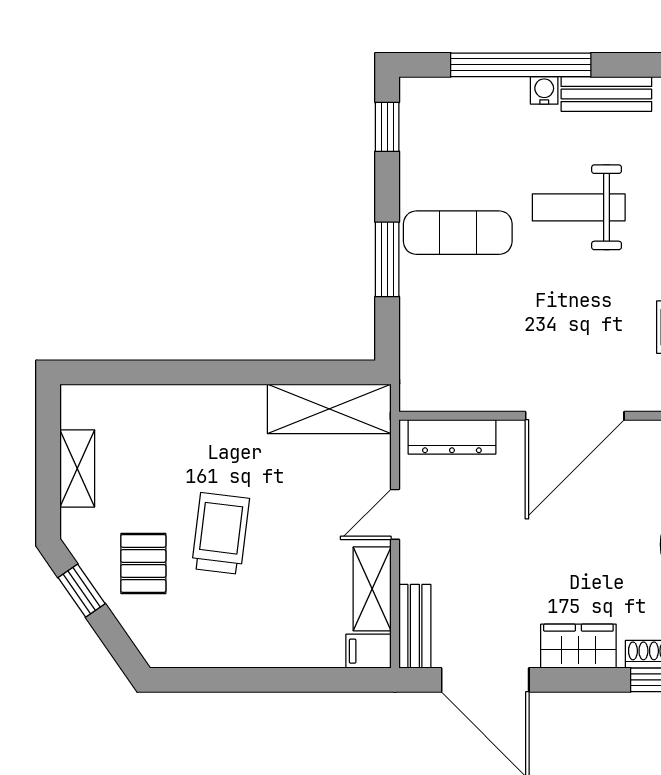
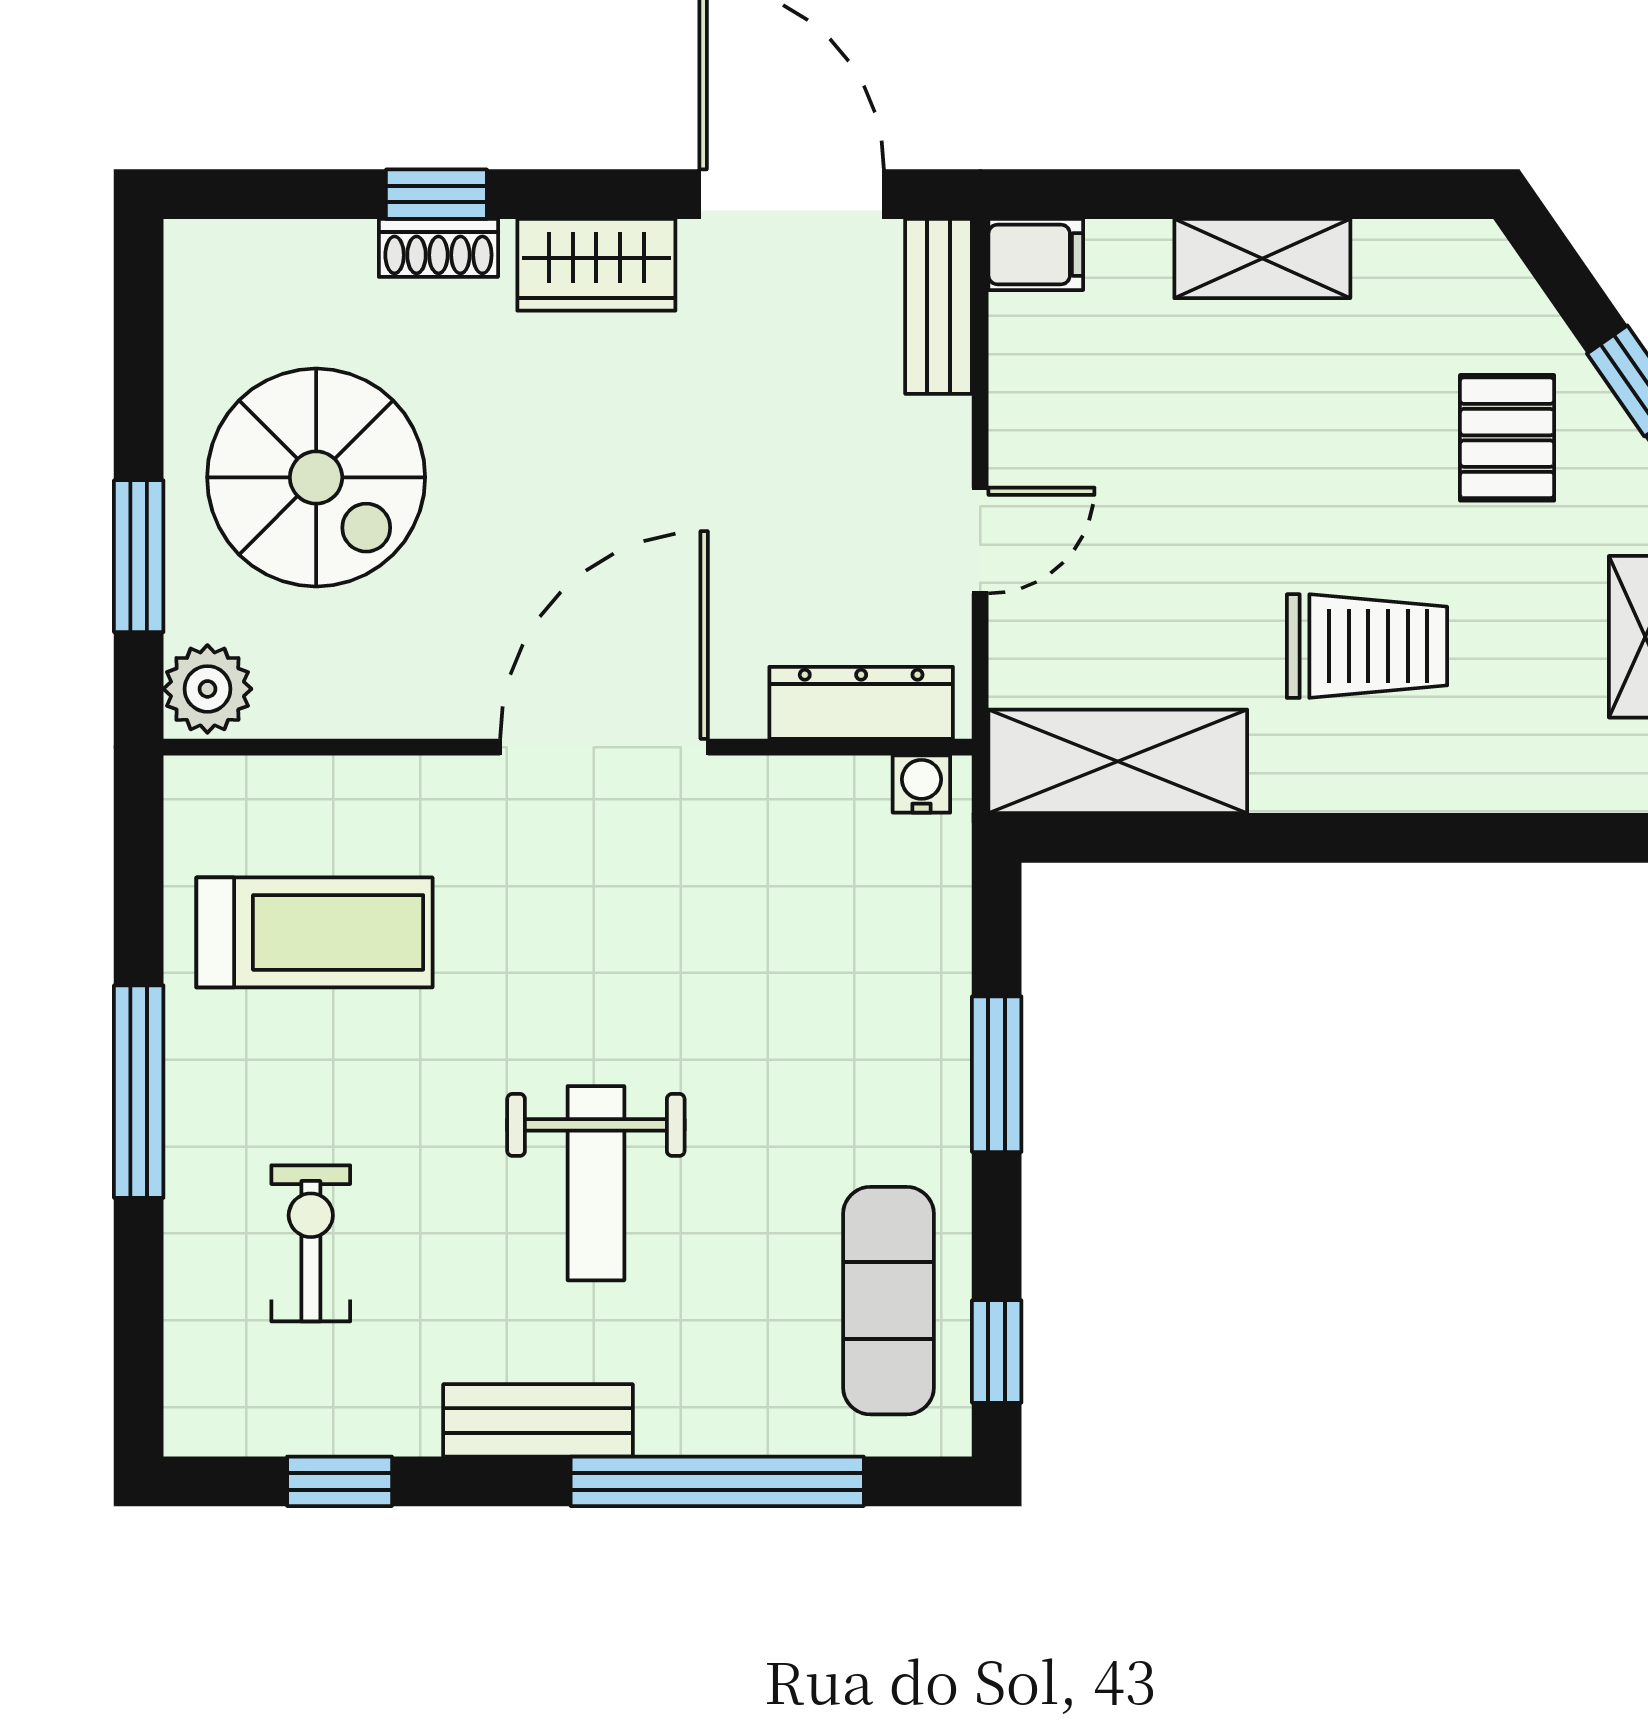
water cooler: (544, 90) -> (921, 784), moved, turned 180
weight bench: (579, 207) -> (596, 1183), turned 90
exercise mat: (458, 233) -> (888, 1301), moved, turned 90
trolley: (220, 533) -> (1367, 646), moved, turned -97
shelving: (372, 589) -> (1262, 259), moved, turned 90

